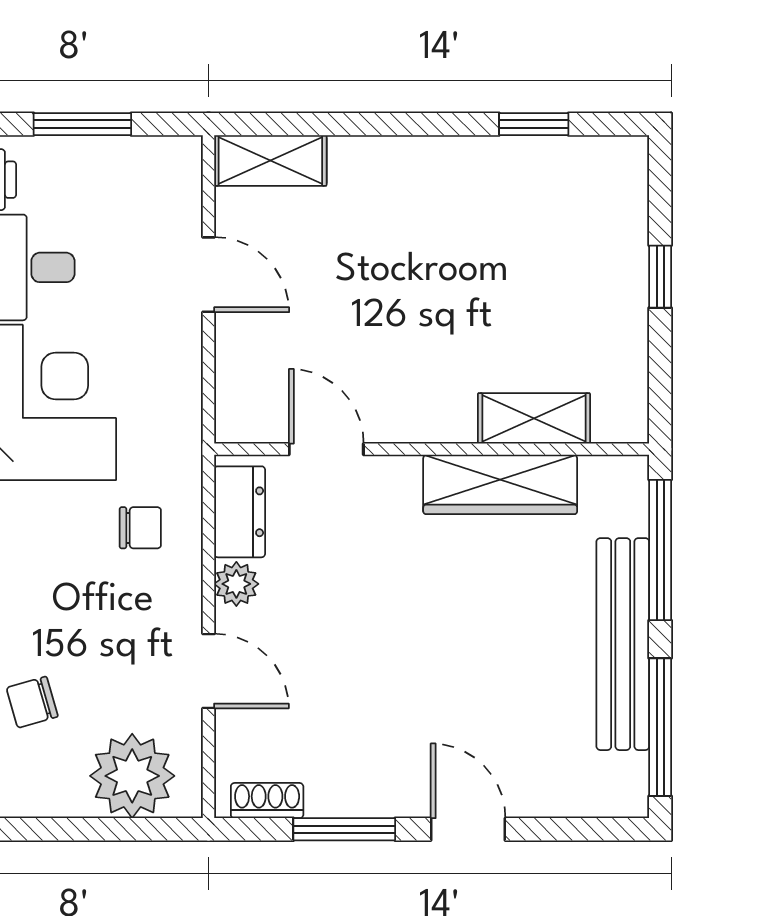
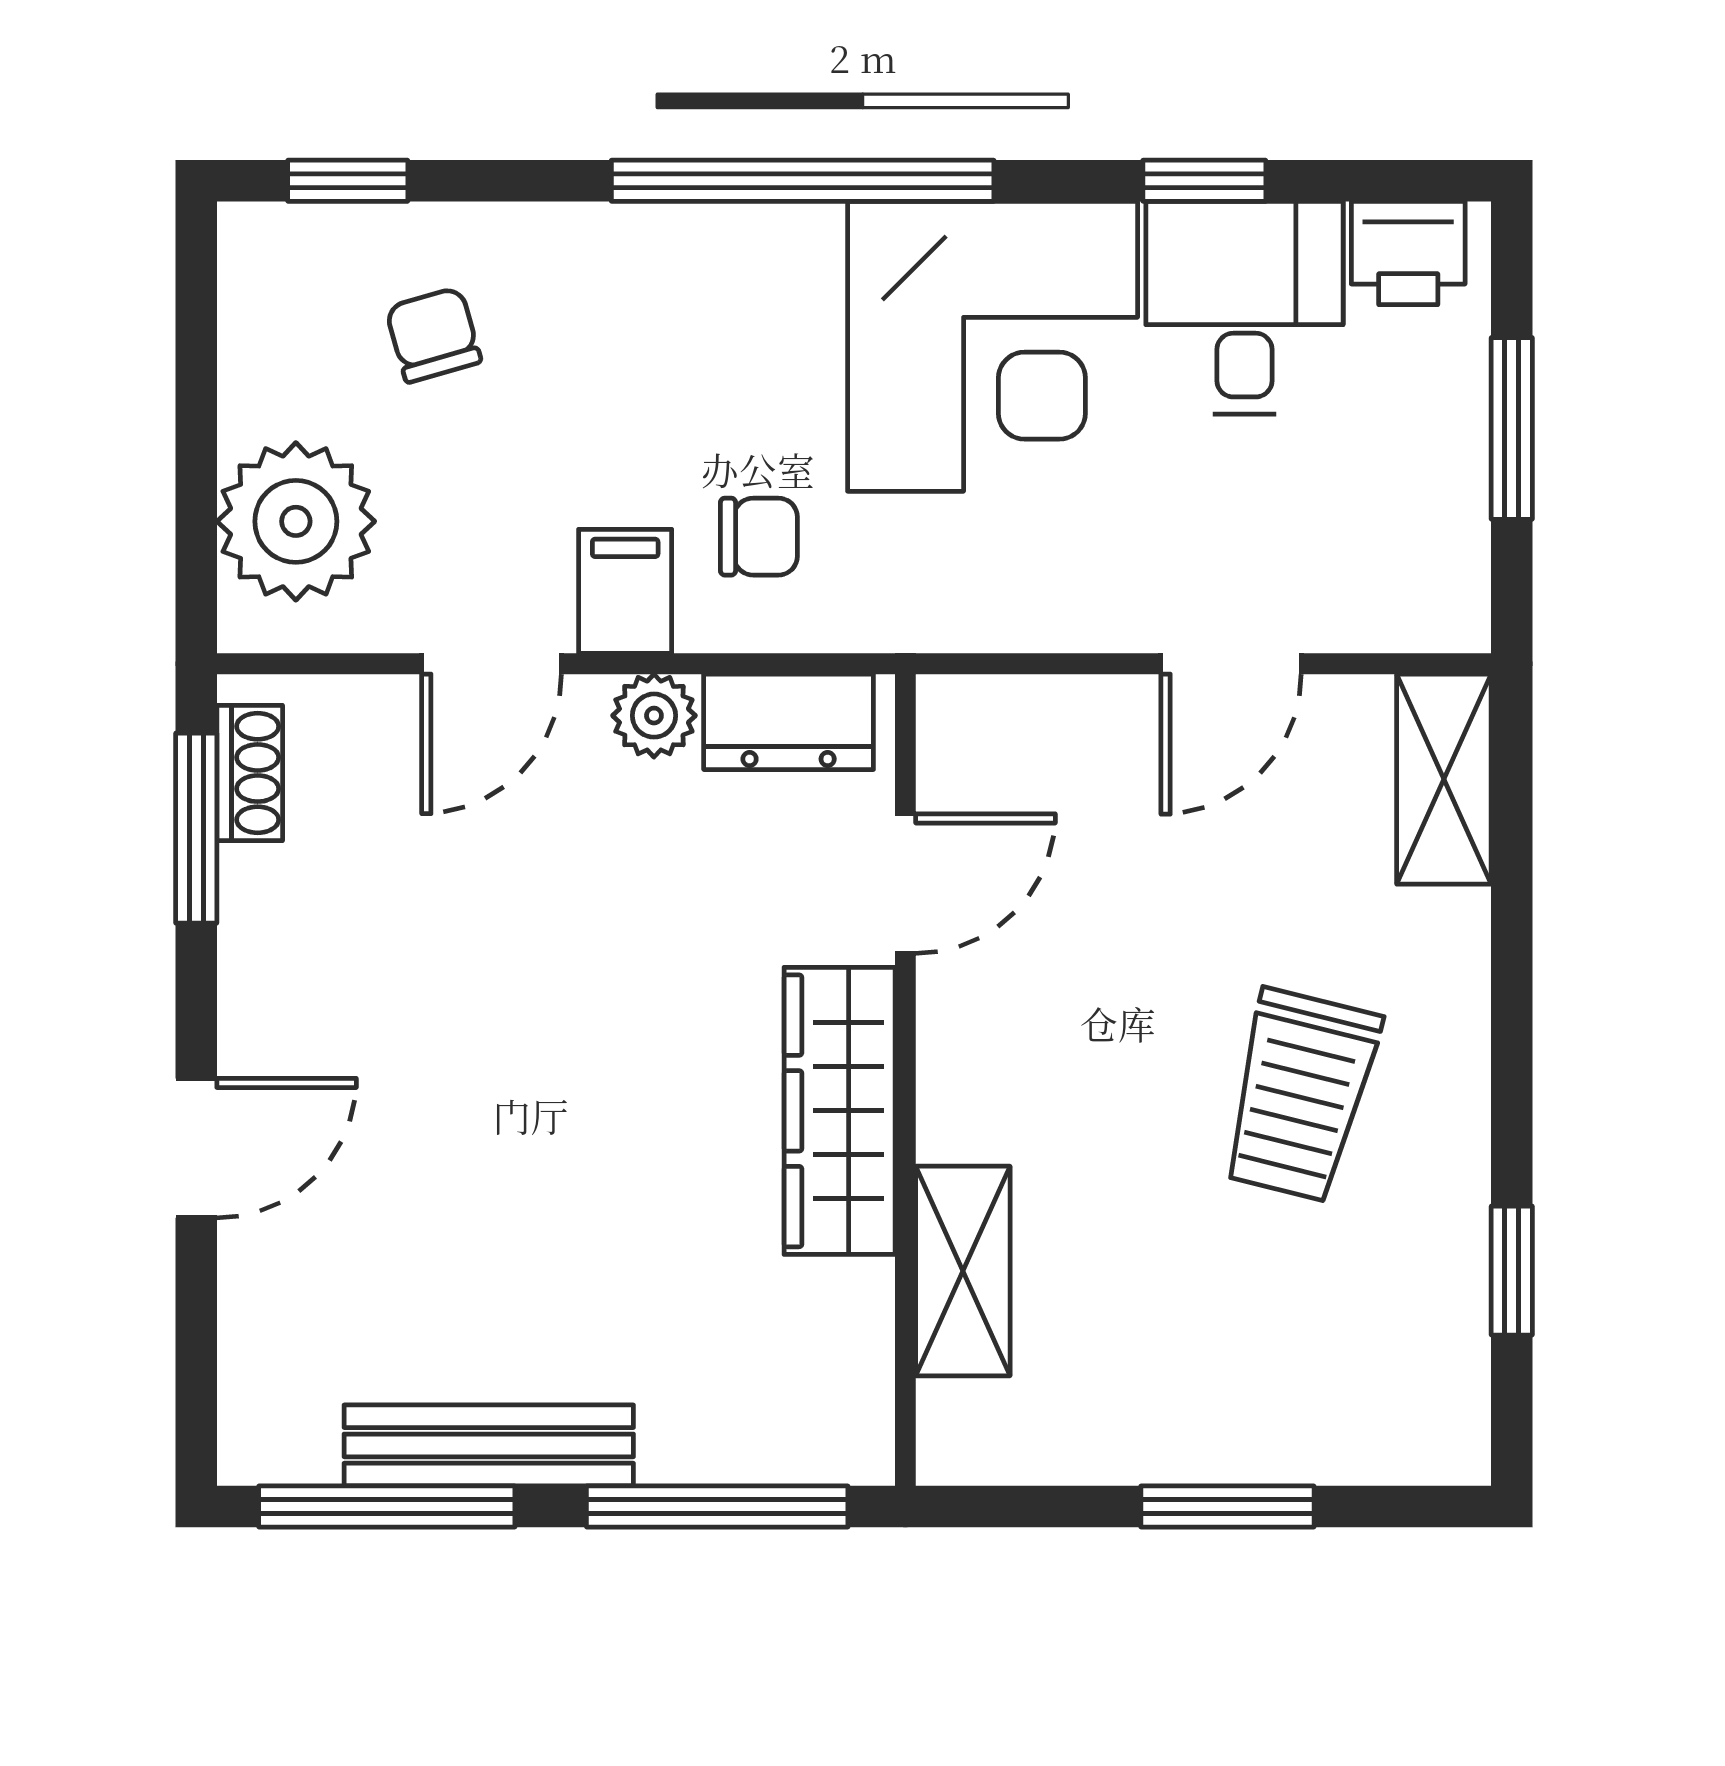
trolley: (440, 238) -> (1300, 1095), added
window: (660, 277) -> (1227, 1506), width x1.50
wardrobe: (500, 484) -> (840, 1111), moved
chair: (140, 528) -> (759, 537), turned -90
filing cabinet: (170, 599) -> (625, 591), added
bench: (623, 644) -> (489, 1445), width x0.73, depth x0.82
window: (344, 829) -> (196, 828), moved

